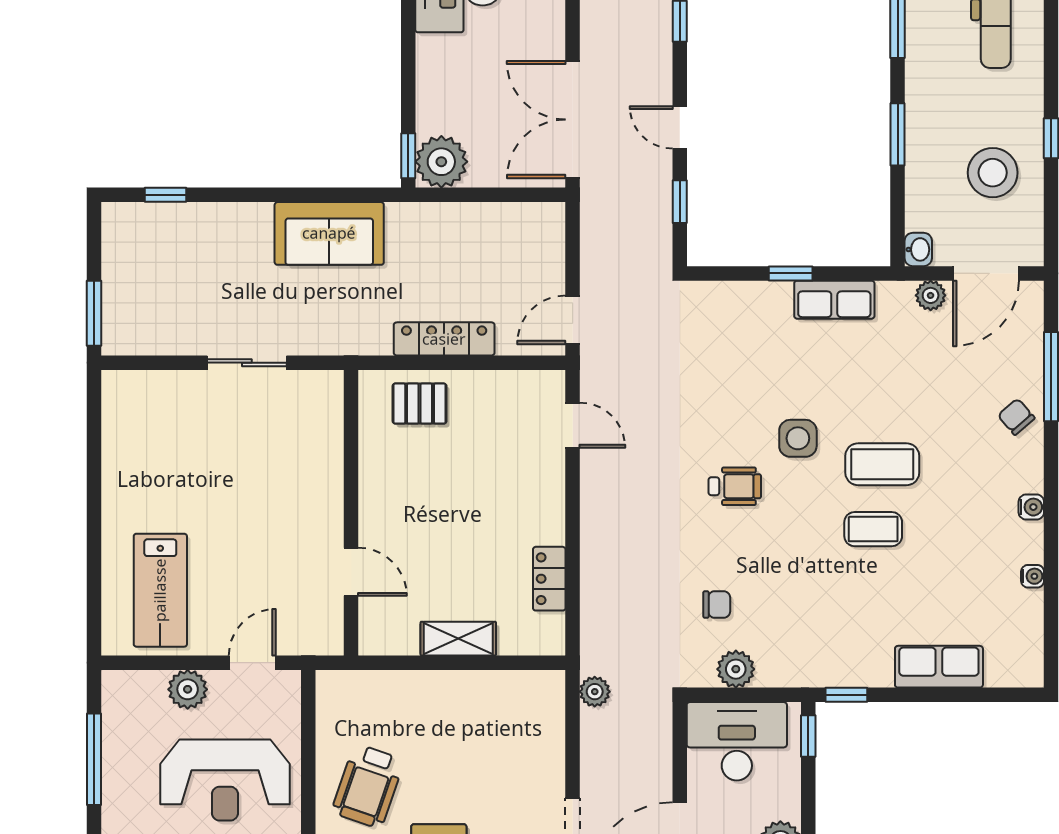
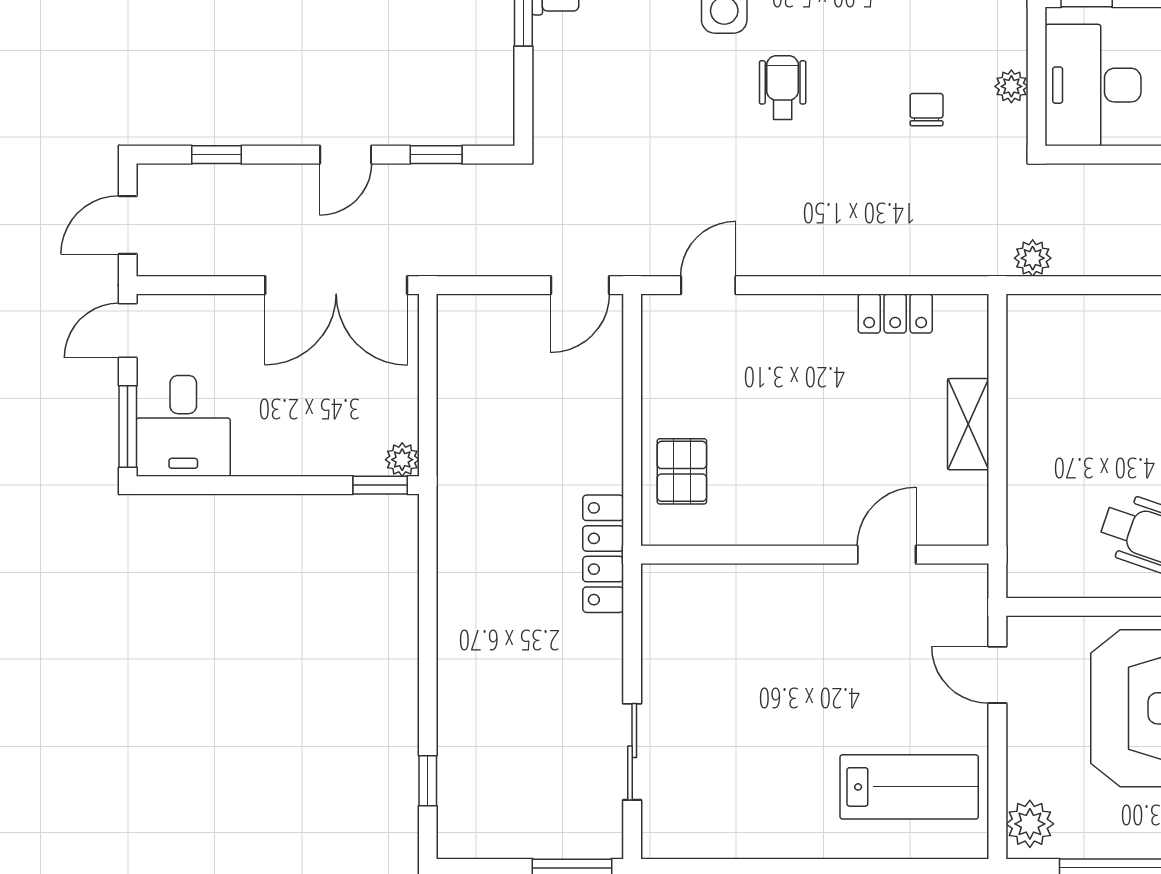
plant: (441, 162) -> (402, 460), width x0.53, depth x0.53
sofa: (329, 233) -> (475, 581), removed
door: (573, 320) -> (580, 285), hinge flipped
locker: (444, 339) -> (603, 554), moved
sliding door: (247, 363) -> (632, 752), moved
plant: (736, 669) -> (1011, 86), width x0.73, depth x0.73
plant: (188, 689) -> (1030, 824), moved

